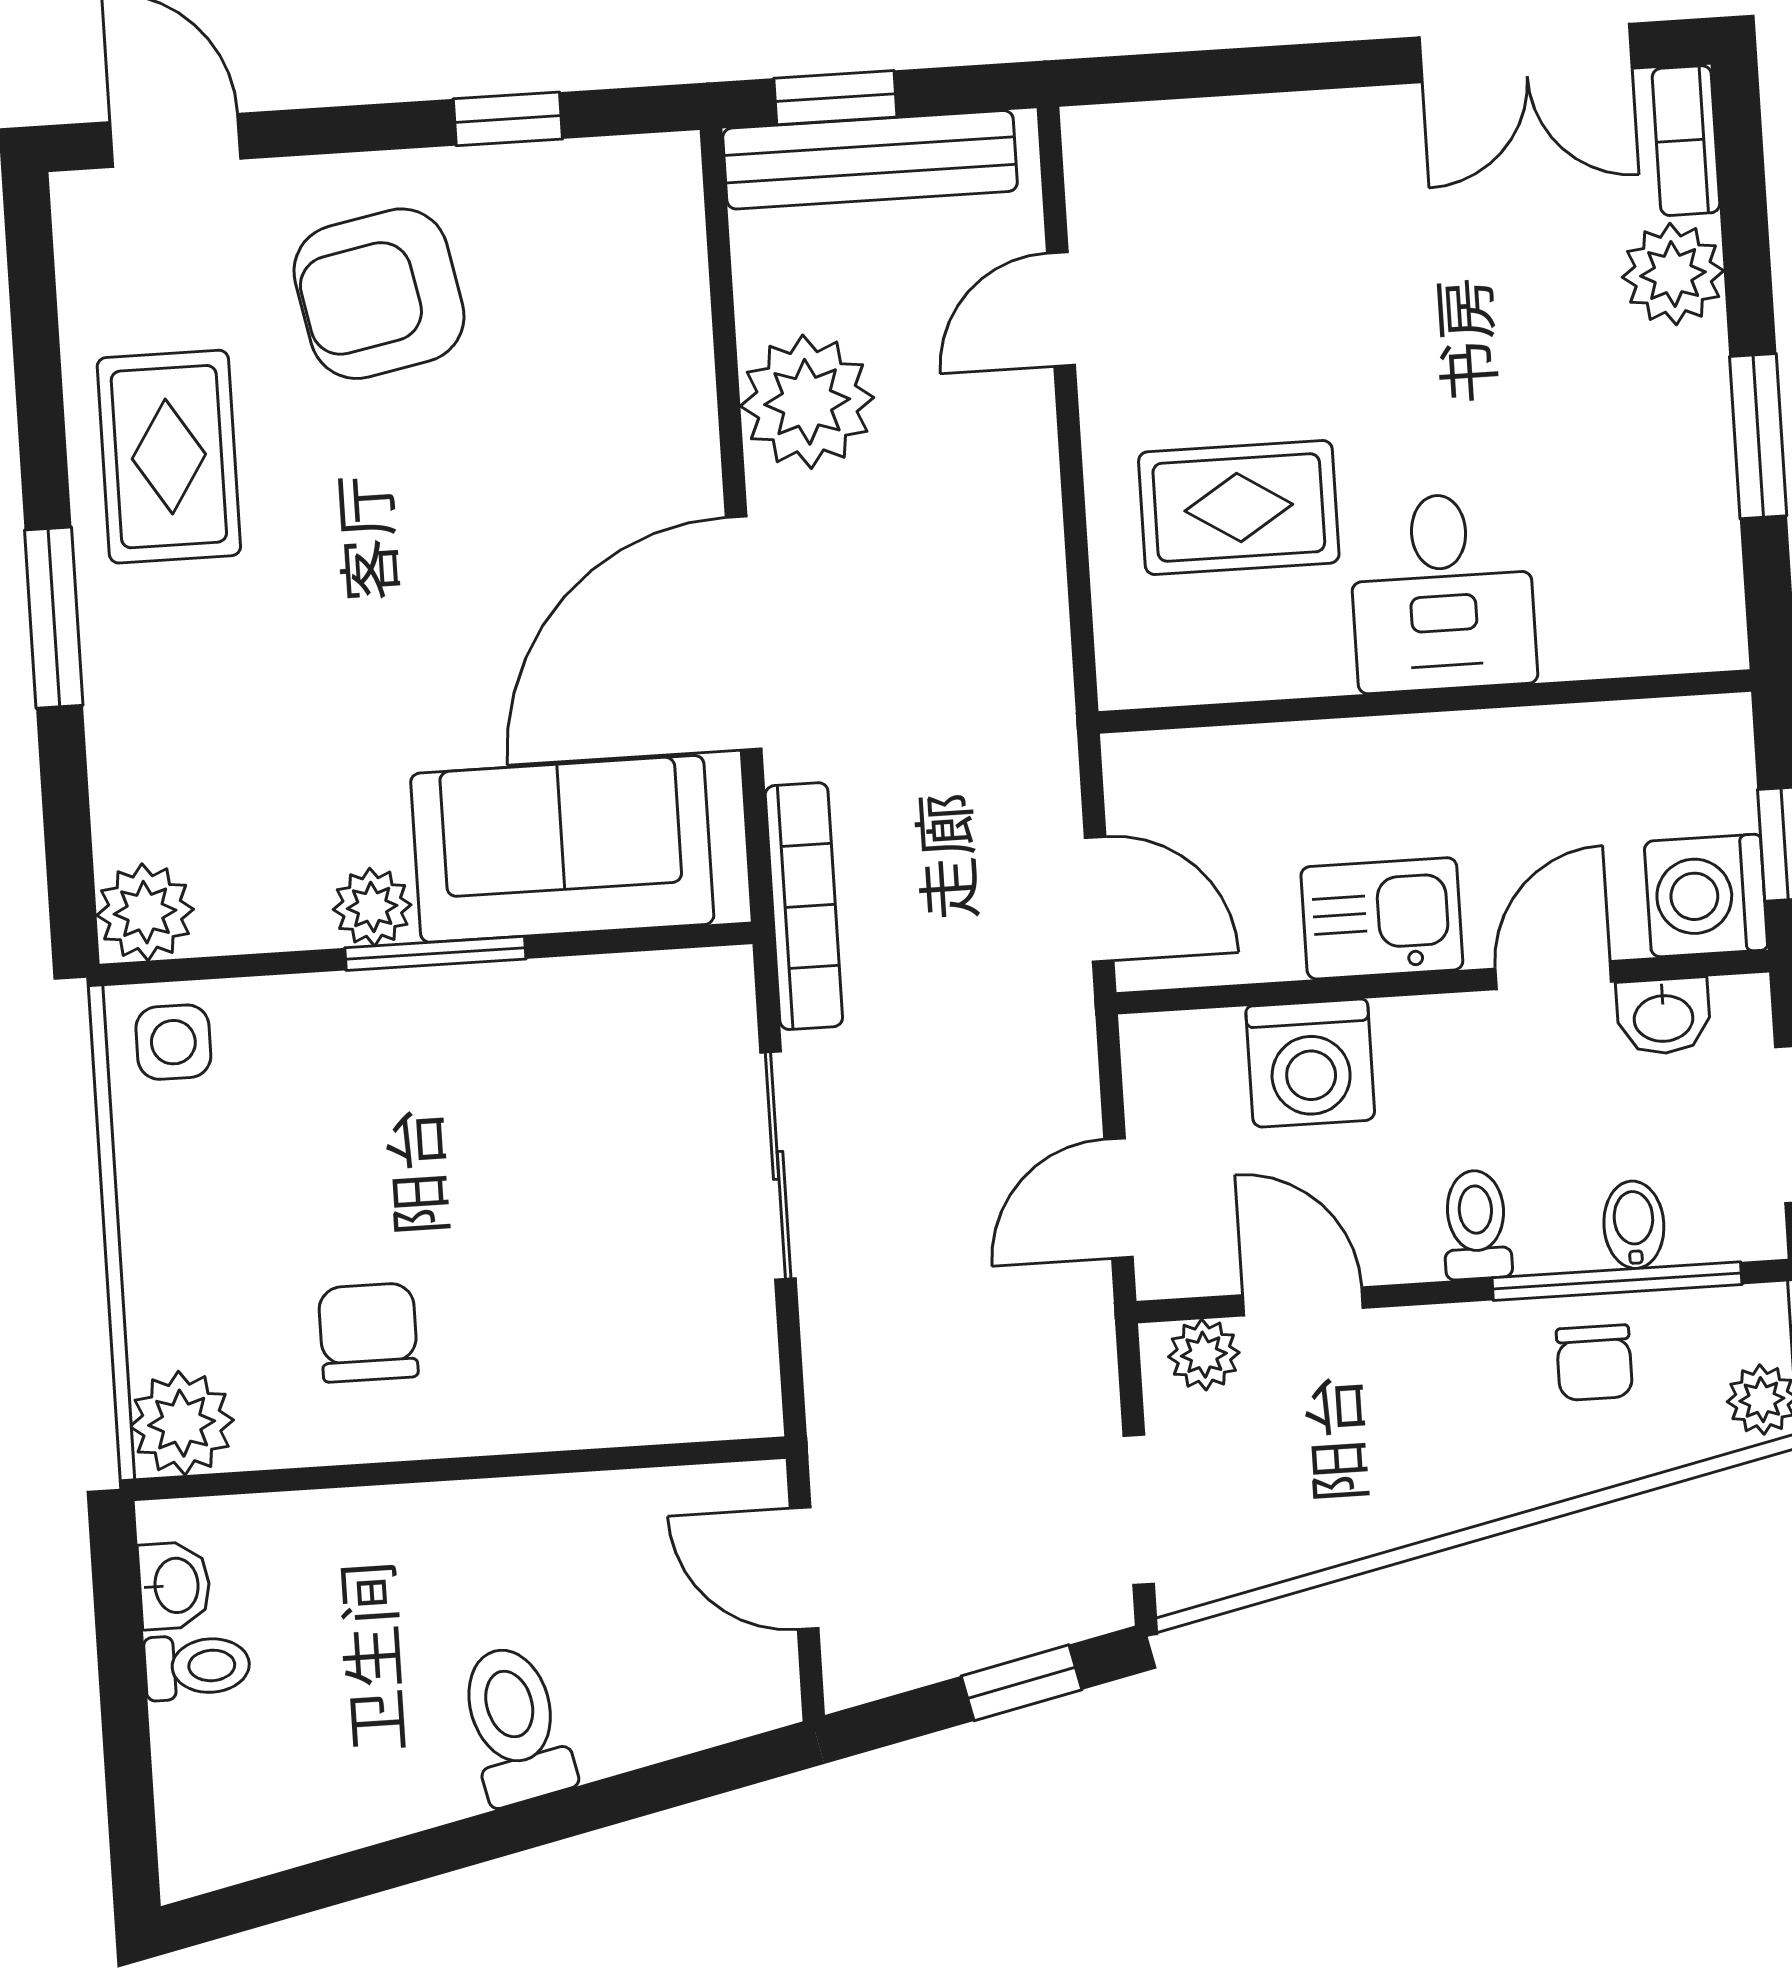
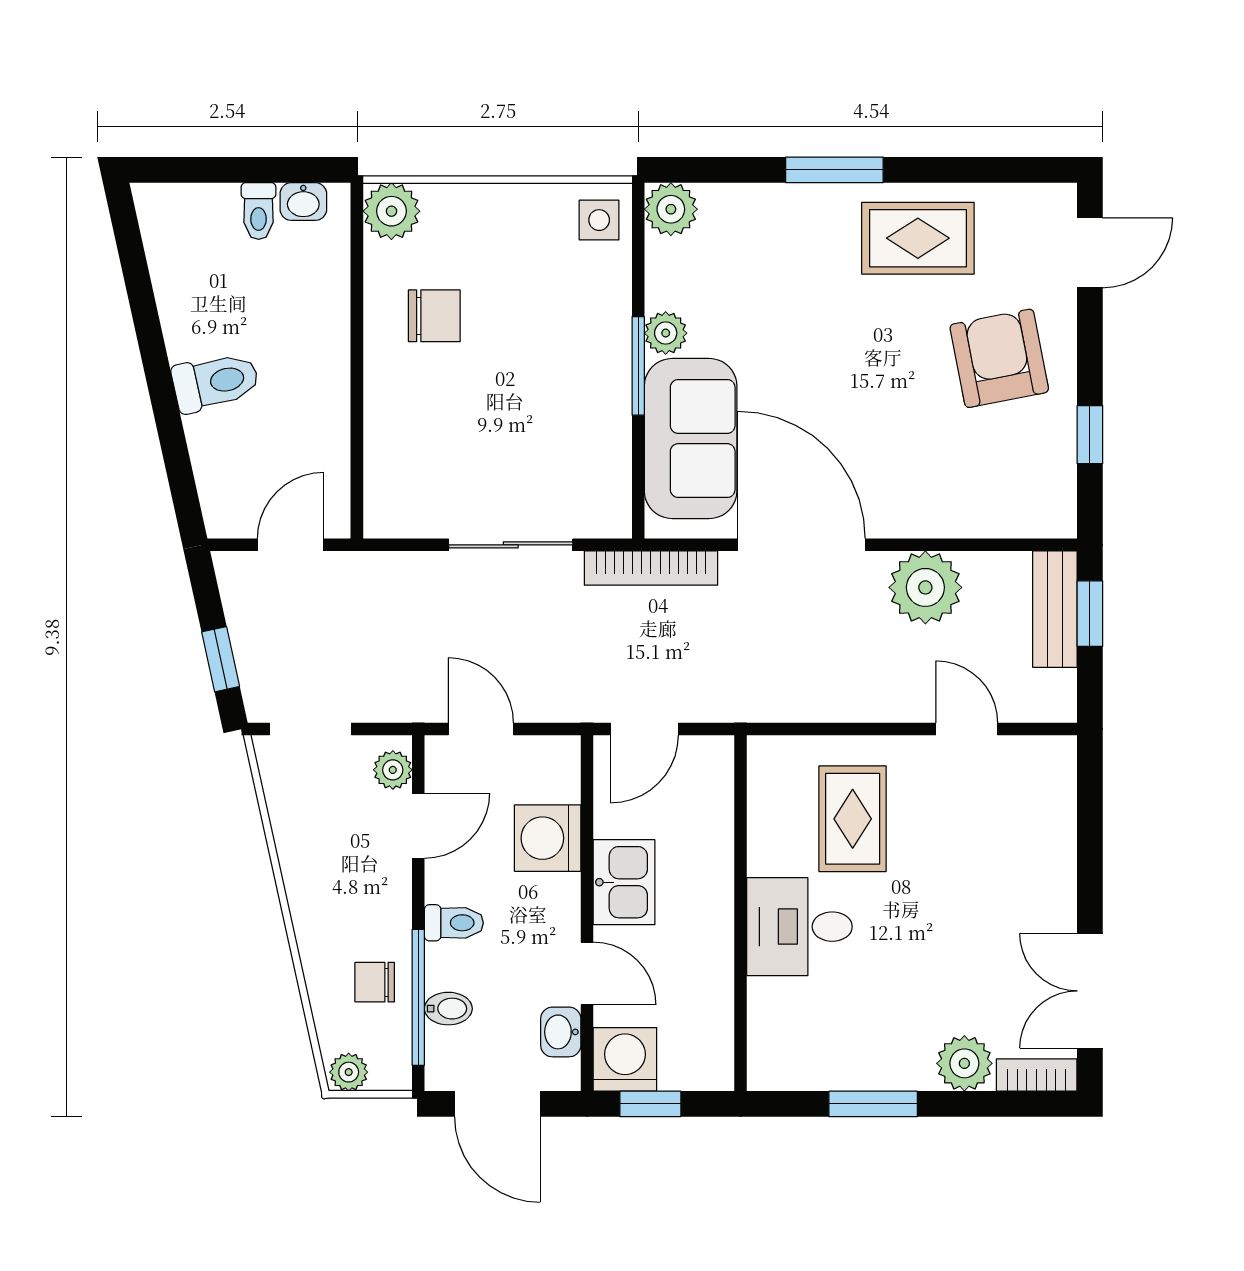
bench: (870, 160) -> (1055, 609), width x0.73

